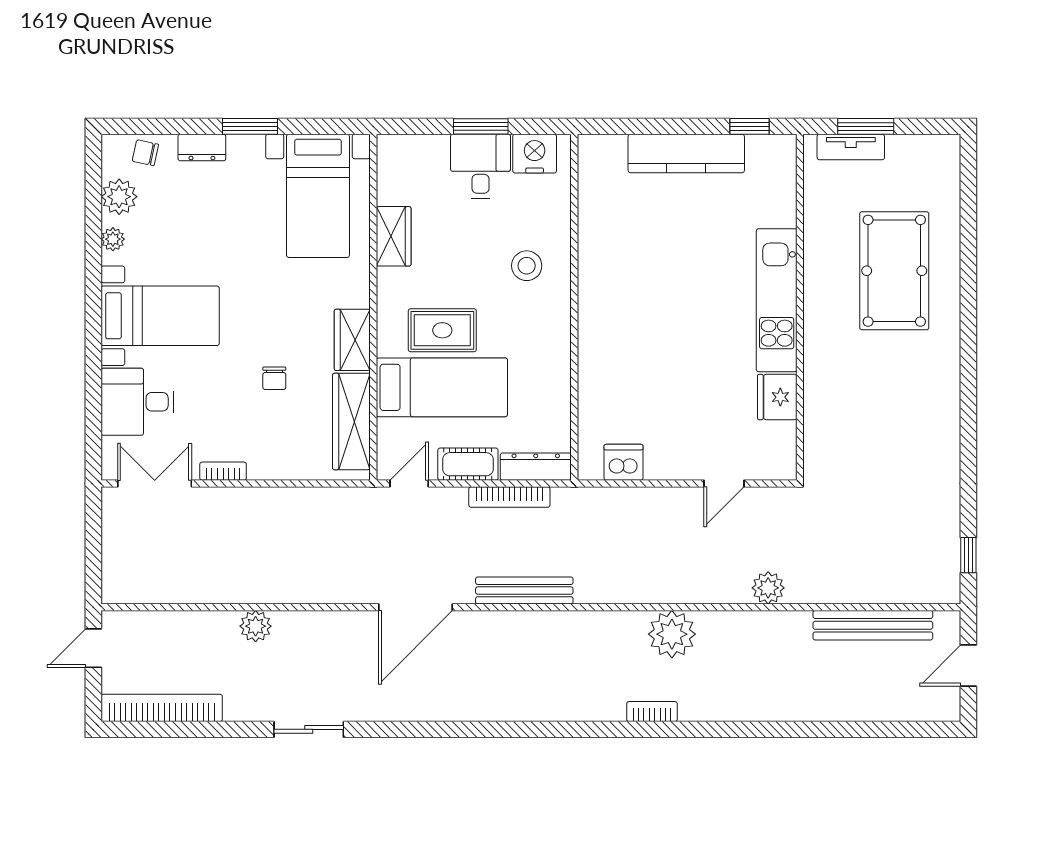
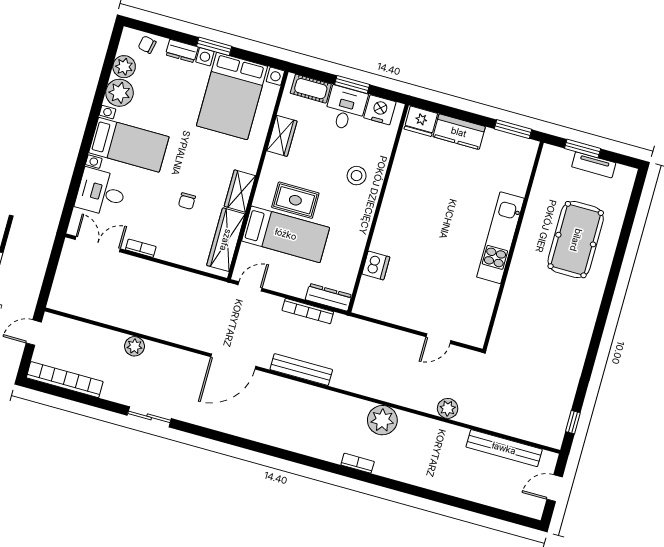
window: (750, 126) -> (513, 129), width x1.50
tv unit: (851, 147) -> (594, 165), moved
kitchen counter: (686, 154) -> (459, 132), width x0.67
bed with nightstands: (318, 196) -> (232, 96), width x1.36
plant: (113, 239) -> (119, 93), width x1.88, depth x1.88
fridge: (777, 397) -> (421, 121), moved, turned -90
dishwasher: (624, 462) -> (376, 265), moved, turned 90
cot: (468, 464) -> (311, 89), moved

